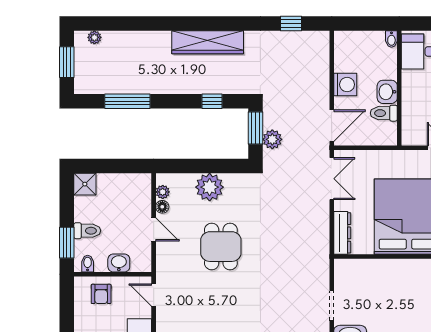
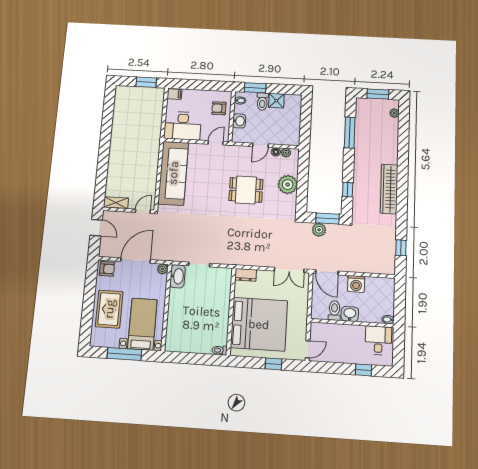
shower: (85, 184) -> (276, 101), moved
dresser: (342, 233) -> (246, 275), width x0.70

